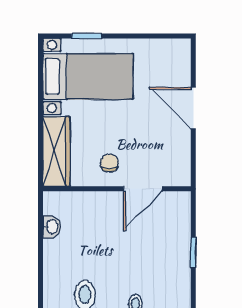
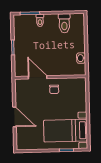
wardrobe: (56, 151) -> (80, 94), removed
door: (143, 189) -> (38, 77), hinge flipped

